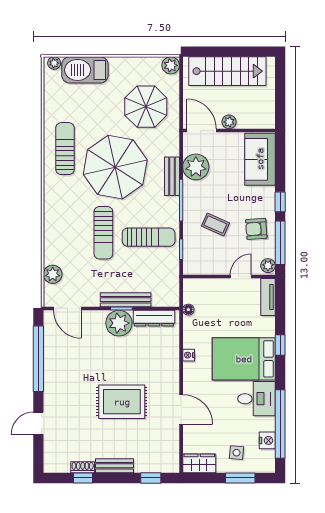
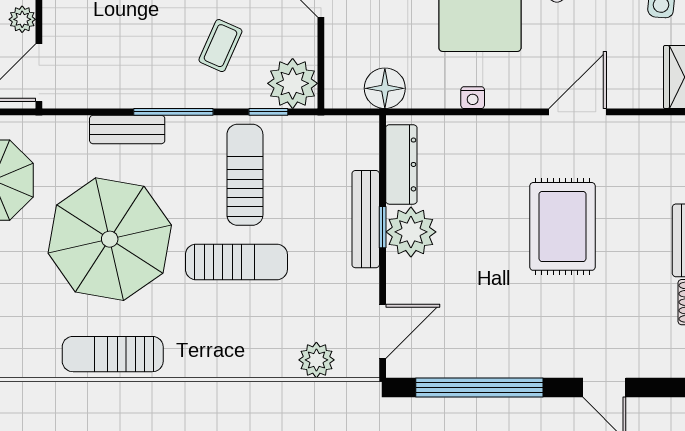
sun lounger: (65, 149) -> (113, 354), moved
plant: (196, 167) -> (293, 83), moved
floor lamp: (188, 310) -> (385, 88), width x1.89, depth x1.89

